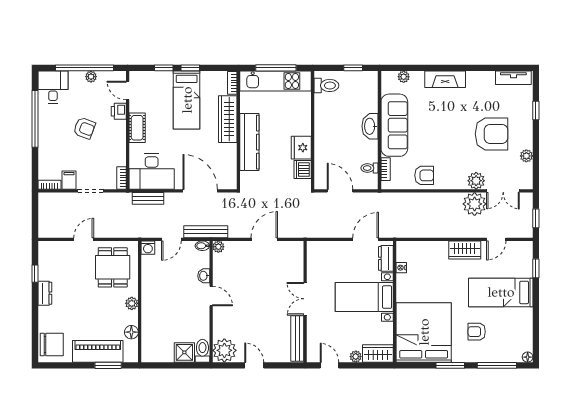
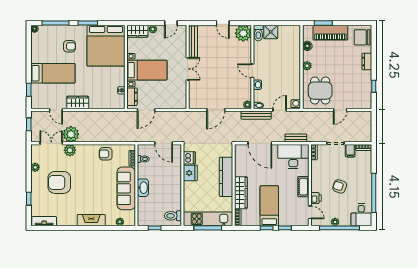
door: (496, 239) -> (56, 110), swing flipped
dresser: (45, 293) -> (367, 62), moved
door: (329, 365) -> (171, 23), hinge flipped

